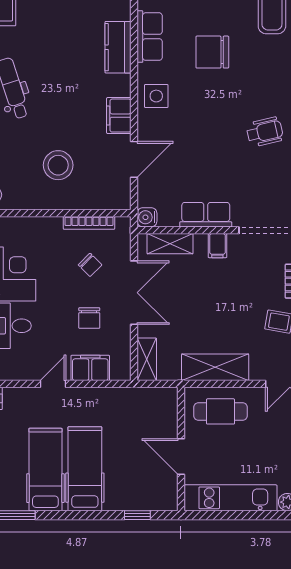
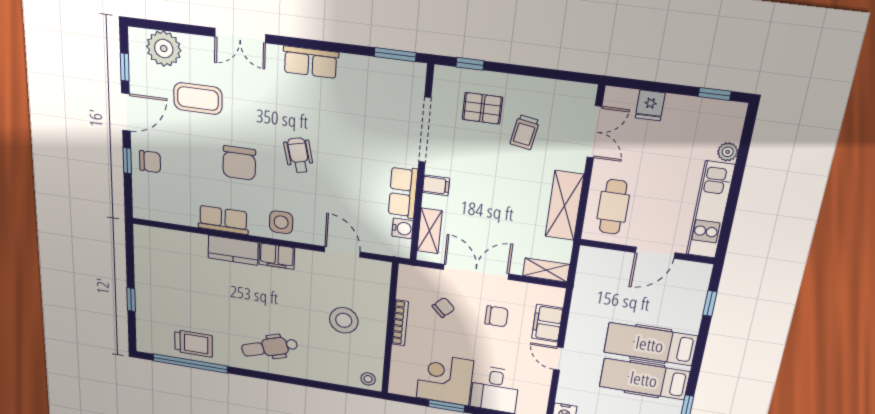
filing cabinet: (119, 116) -> (277, 256), moved
wheelchair: (265, 132) -> (299, 155), moved
water cooler: (147, 217) -> (403, 228), moved, turned -90
bookcase: (89, 223) -> (400, 323), moved

